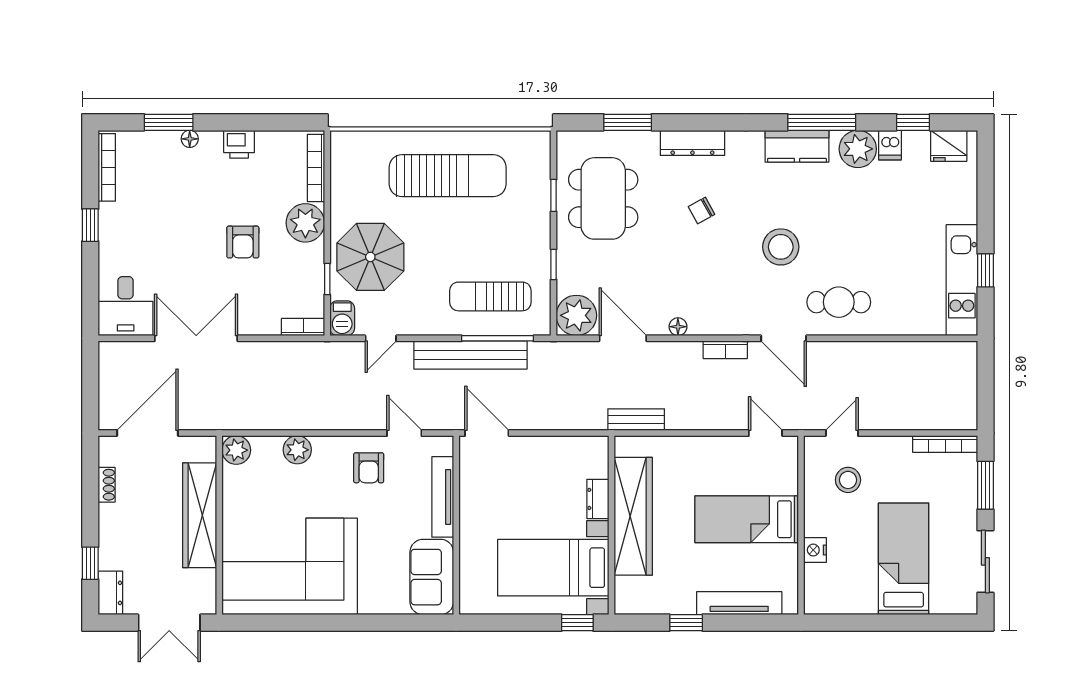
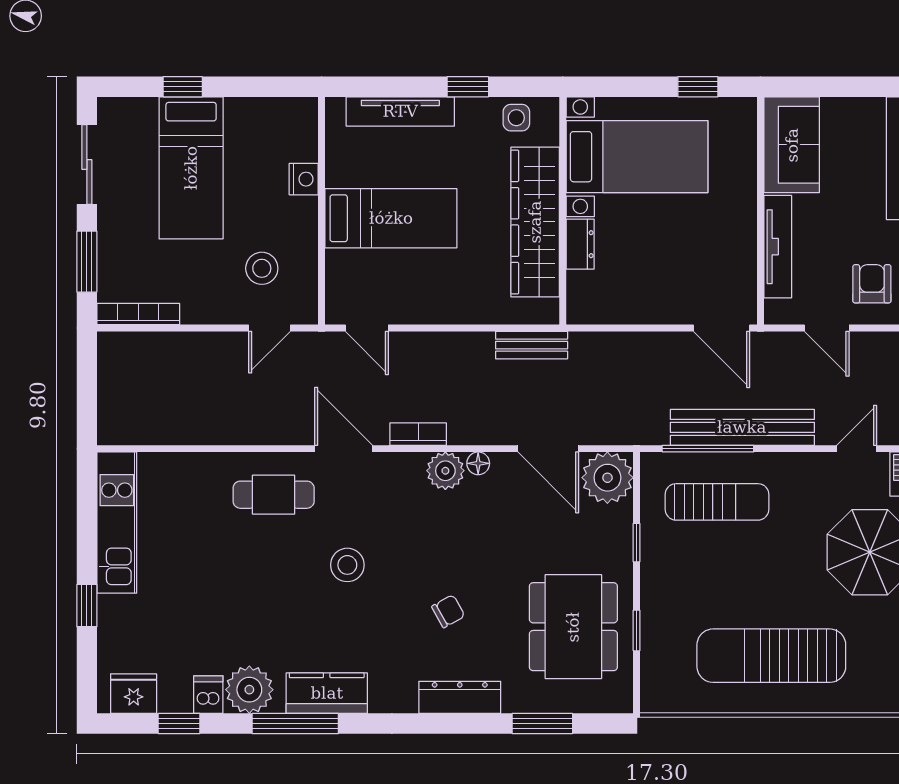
stool: (781, 247) -> (347, 565), width x0.73, depth x0.73
window: (985, 270) -> (87, 606), moved
plant: (704, 321) -> (445, 471), added
side table: (648, 598) -> (516, 118), added
window: (577, 623) -> (698, 87), moved
window: (910, 623) -> (183, 87), added

